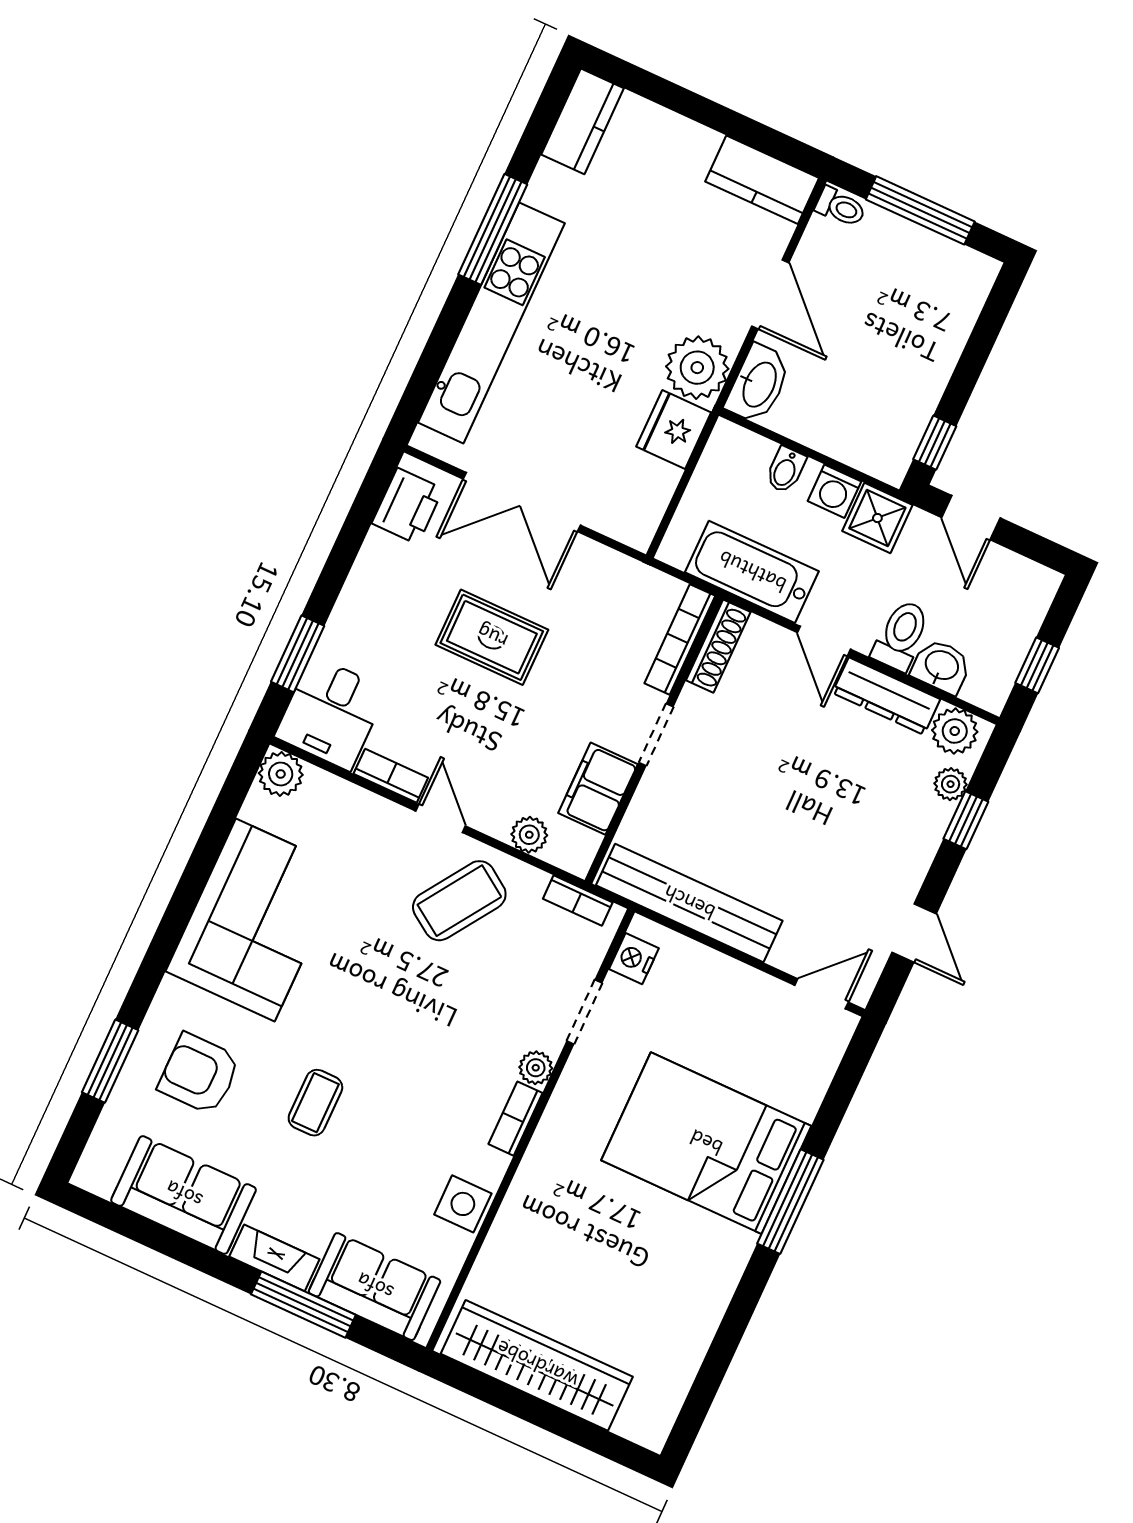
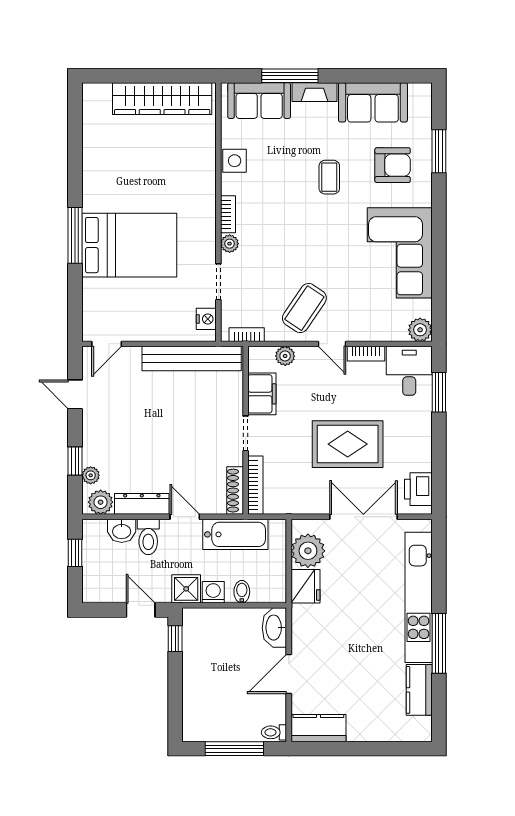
kitchen counter: (583, 121) -> (419, 690), moved
door: (770, 294) -> (289, 674), hinge flipped
plant: (697, 368) -> (308, 551), moved
rug: (492, 637) -> (348, 444), width x1.36, depth x1.43

